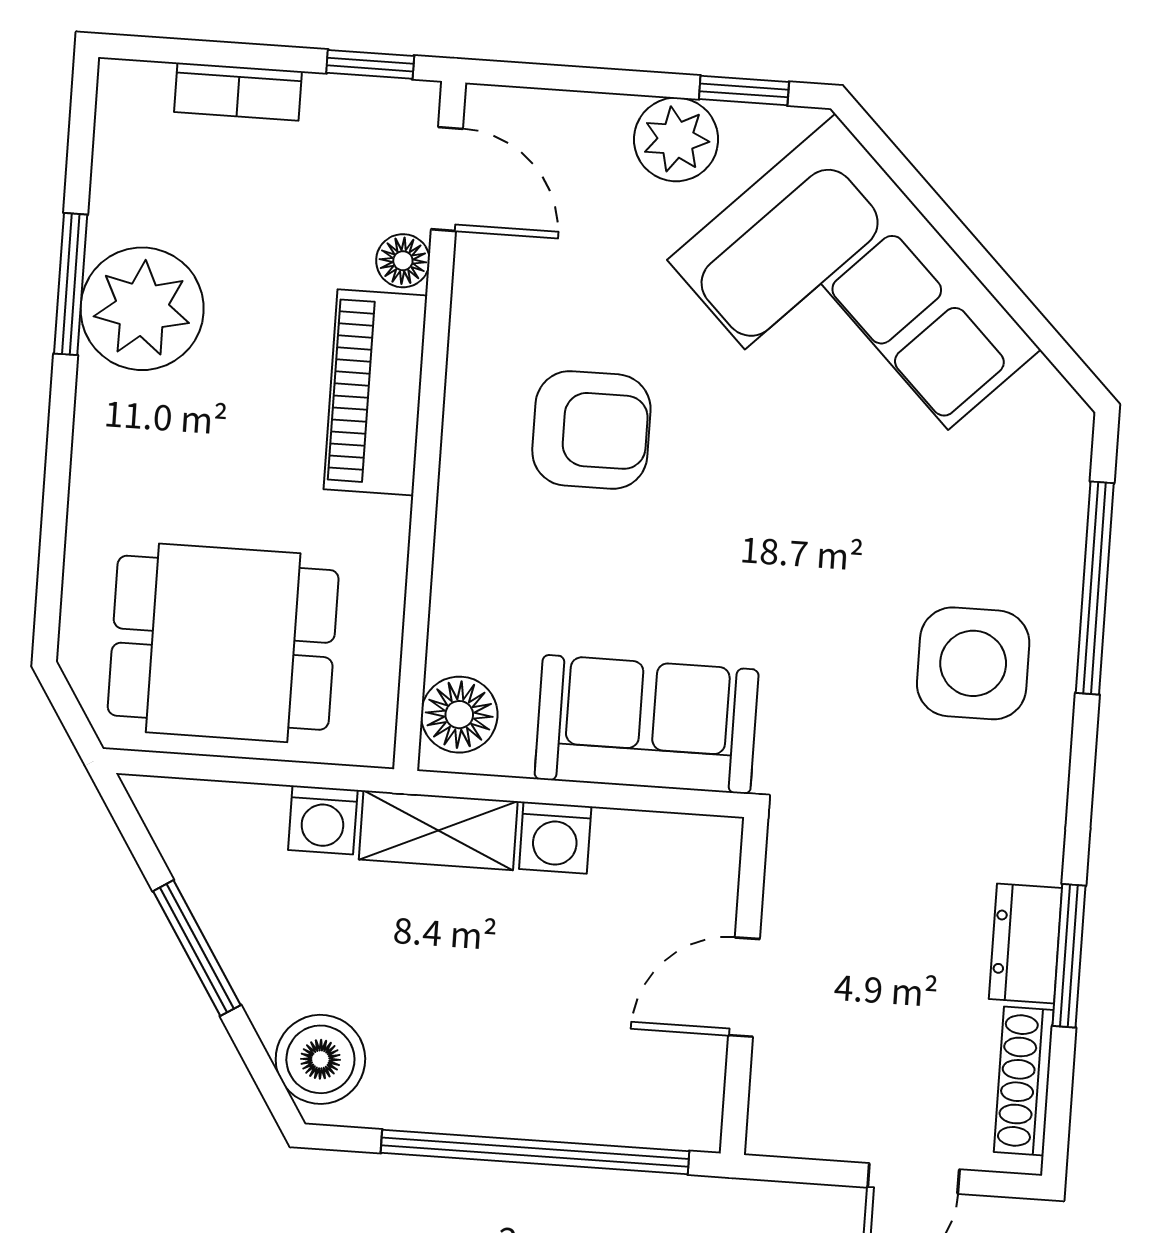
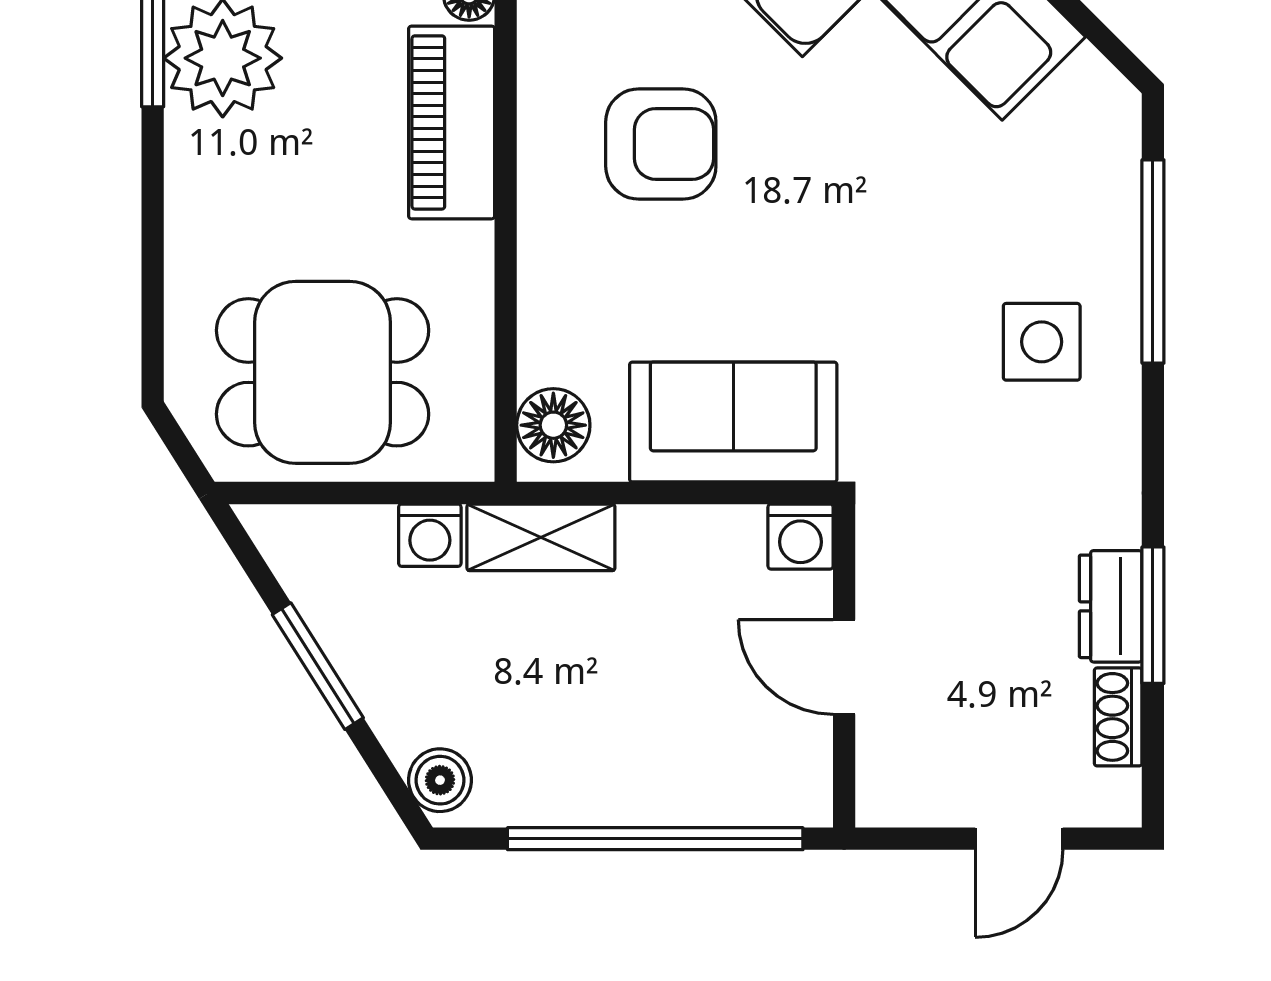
side table: (973, 663) -> (1042, 342), width x0.73, depth x0.73
washing machine: (555, 838) -> (800, 537), moved
door: (744, 987) -> (844, 667), hinge flipped
boiler: (320, 1059) -> (440, 780), width x0.73, depth x0.73
shoe rack: (1024, 1081) -> (1118, 717), width x0.70

